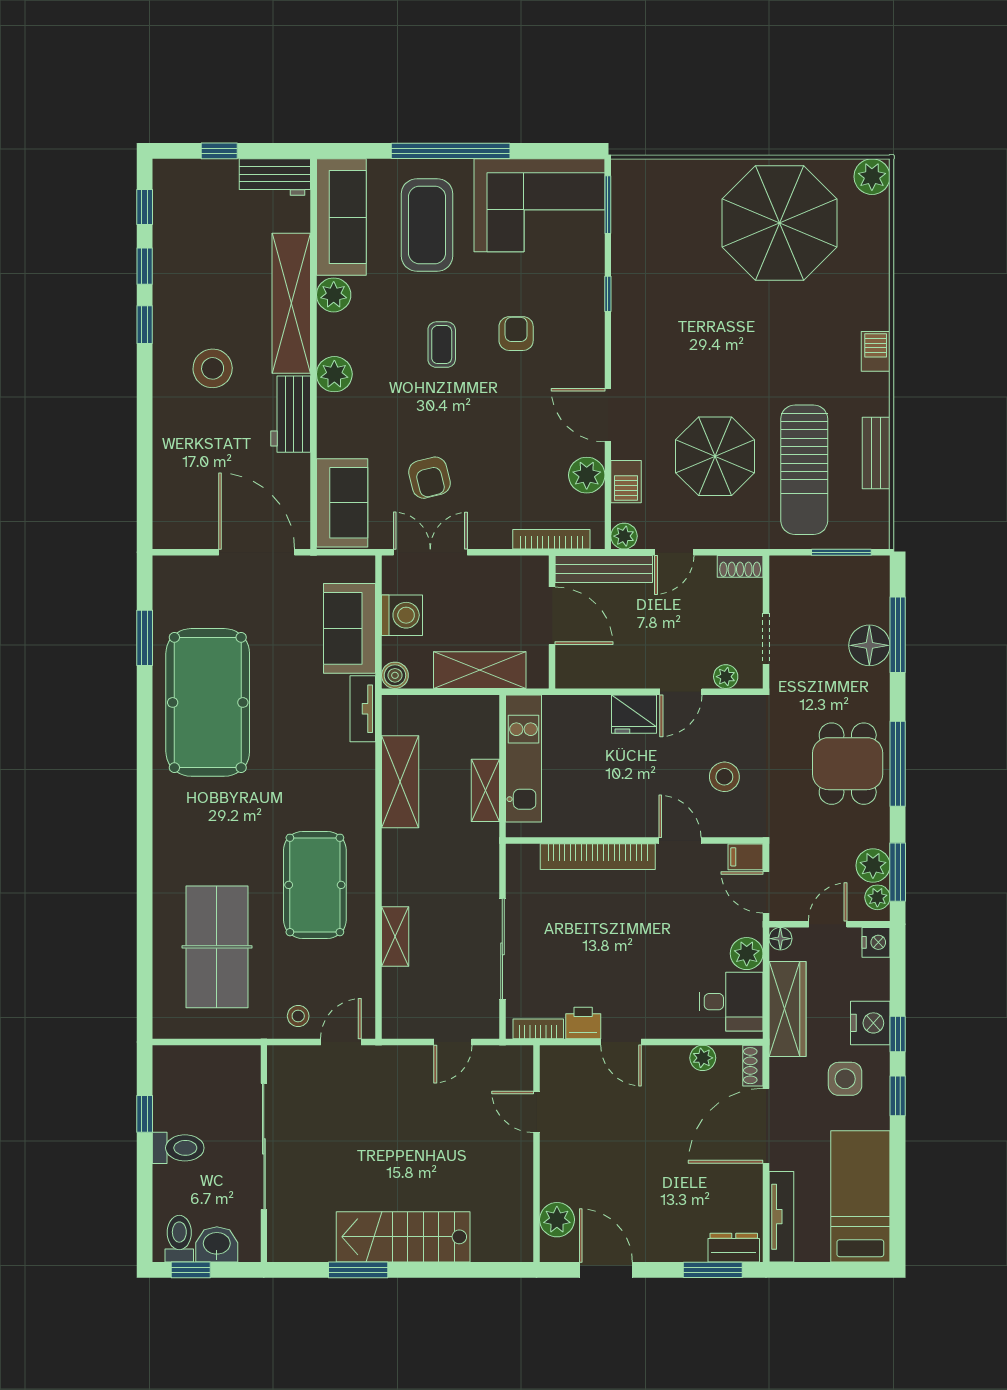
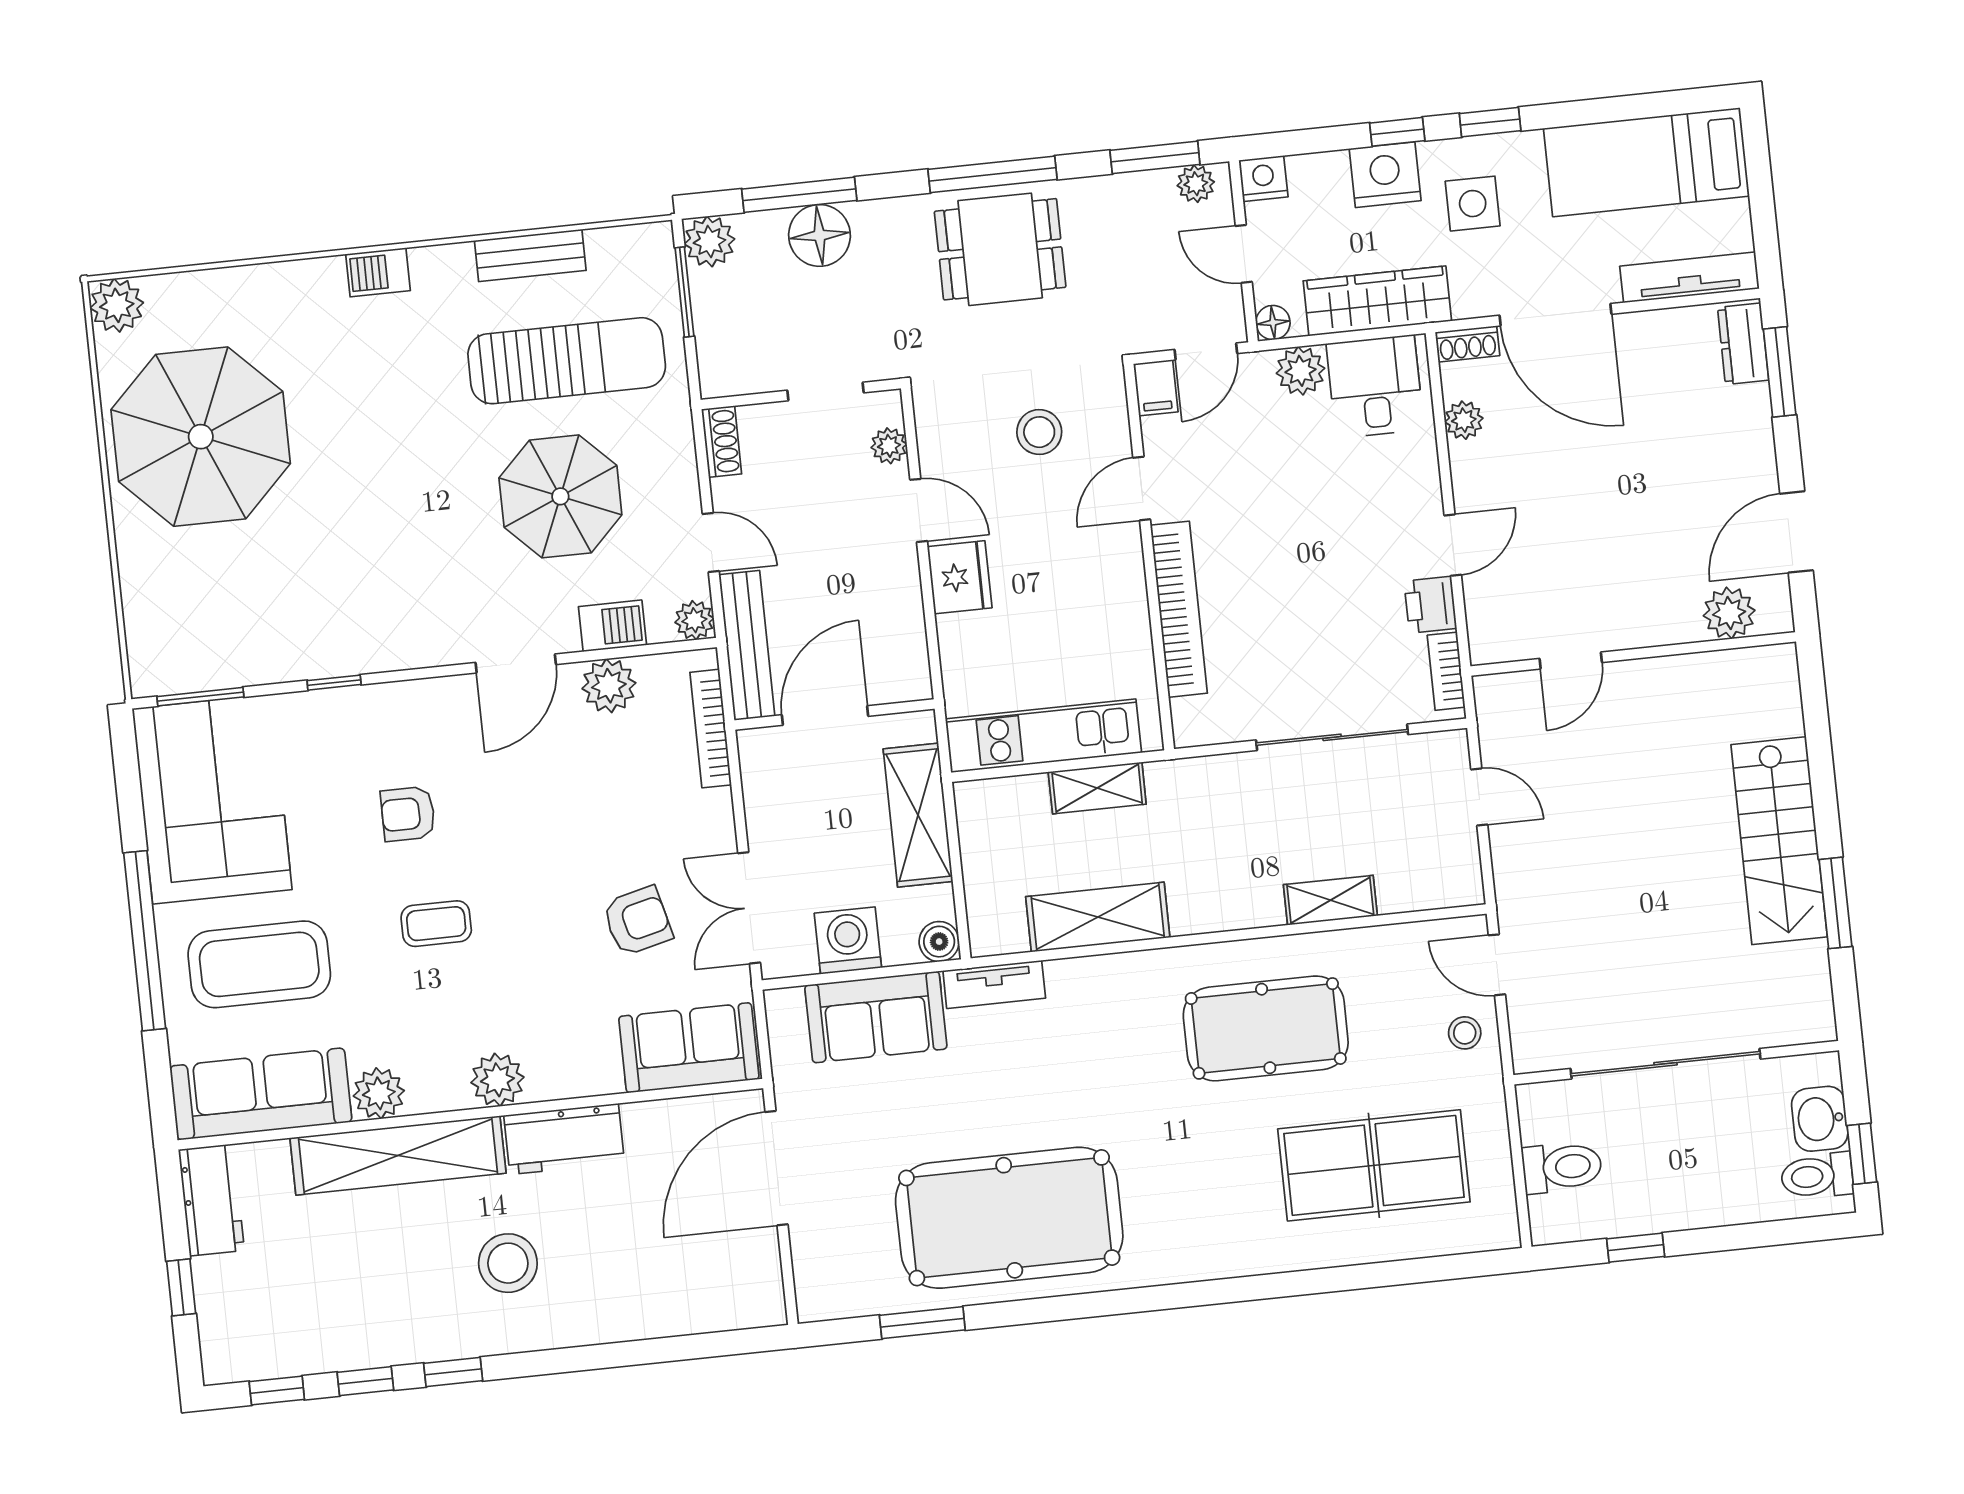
plant: (873, 865) -> (709, 242), moved
toilet: (178, 1148) -> (1562, 1167), moved, turned 90

